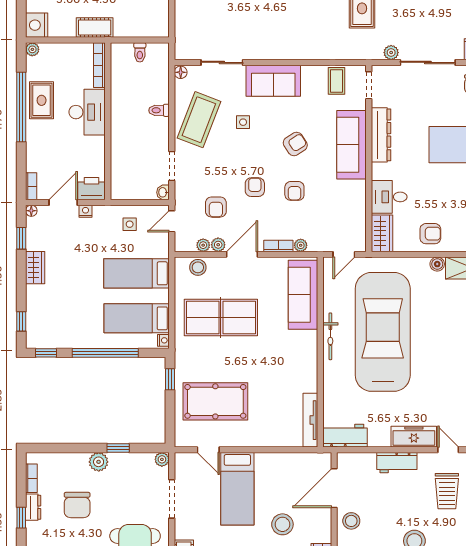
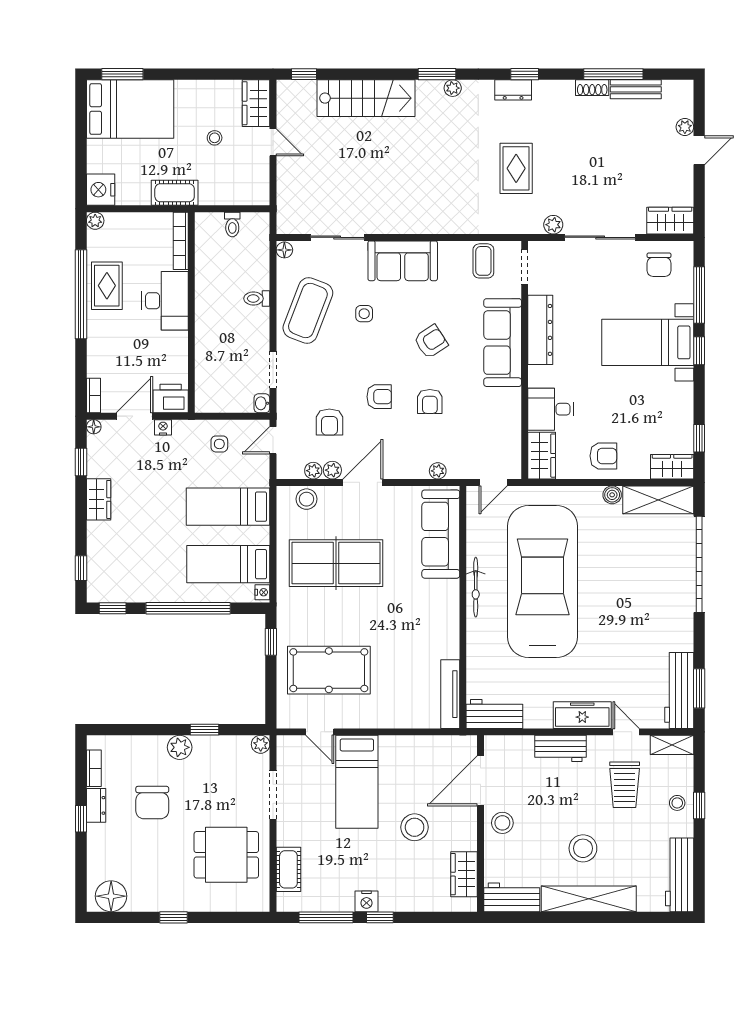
armchair: (255, 187) -> (379, 397), turned 90
bookcase: (278, 246) -> (409, 472), removed

